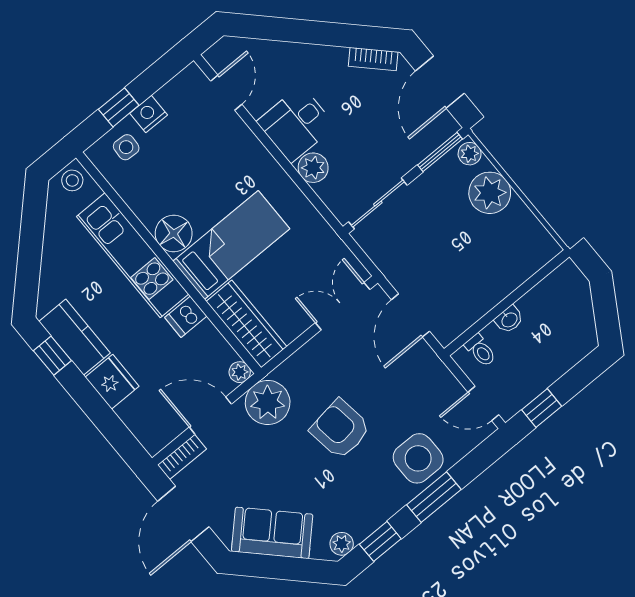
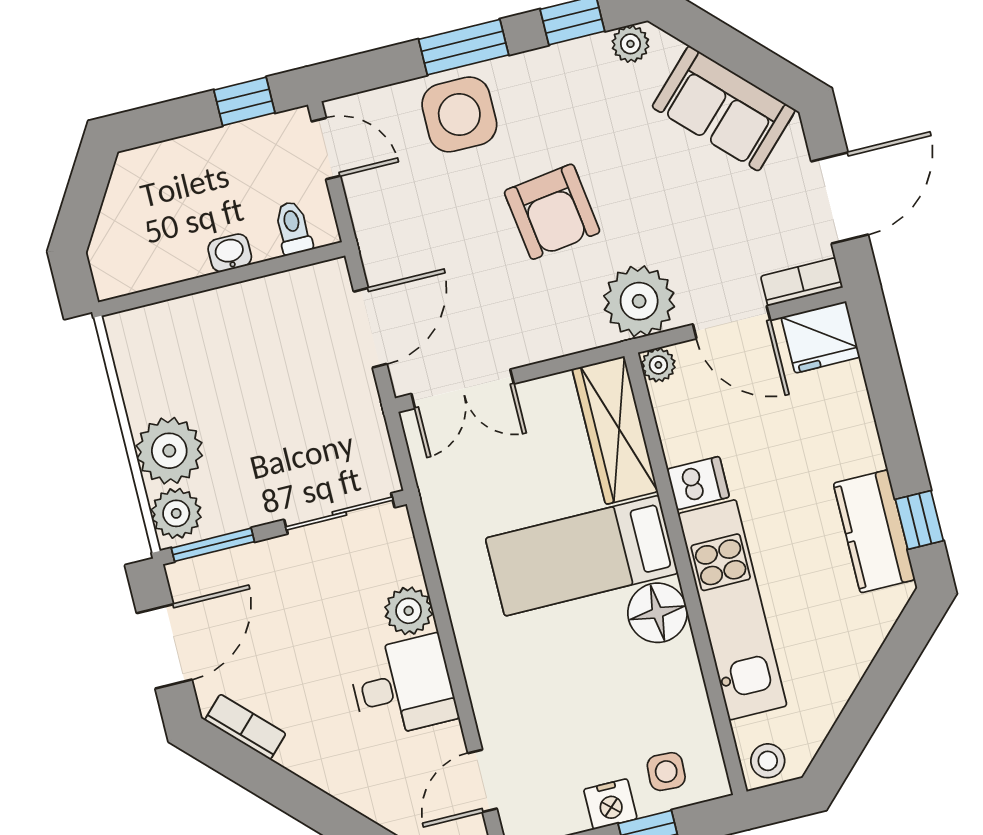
plant: (470, 154) -> (176, 513), width x1.38, depth x1.38
fridge: (112, 382) -> (821, 337), moved, turned -90

